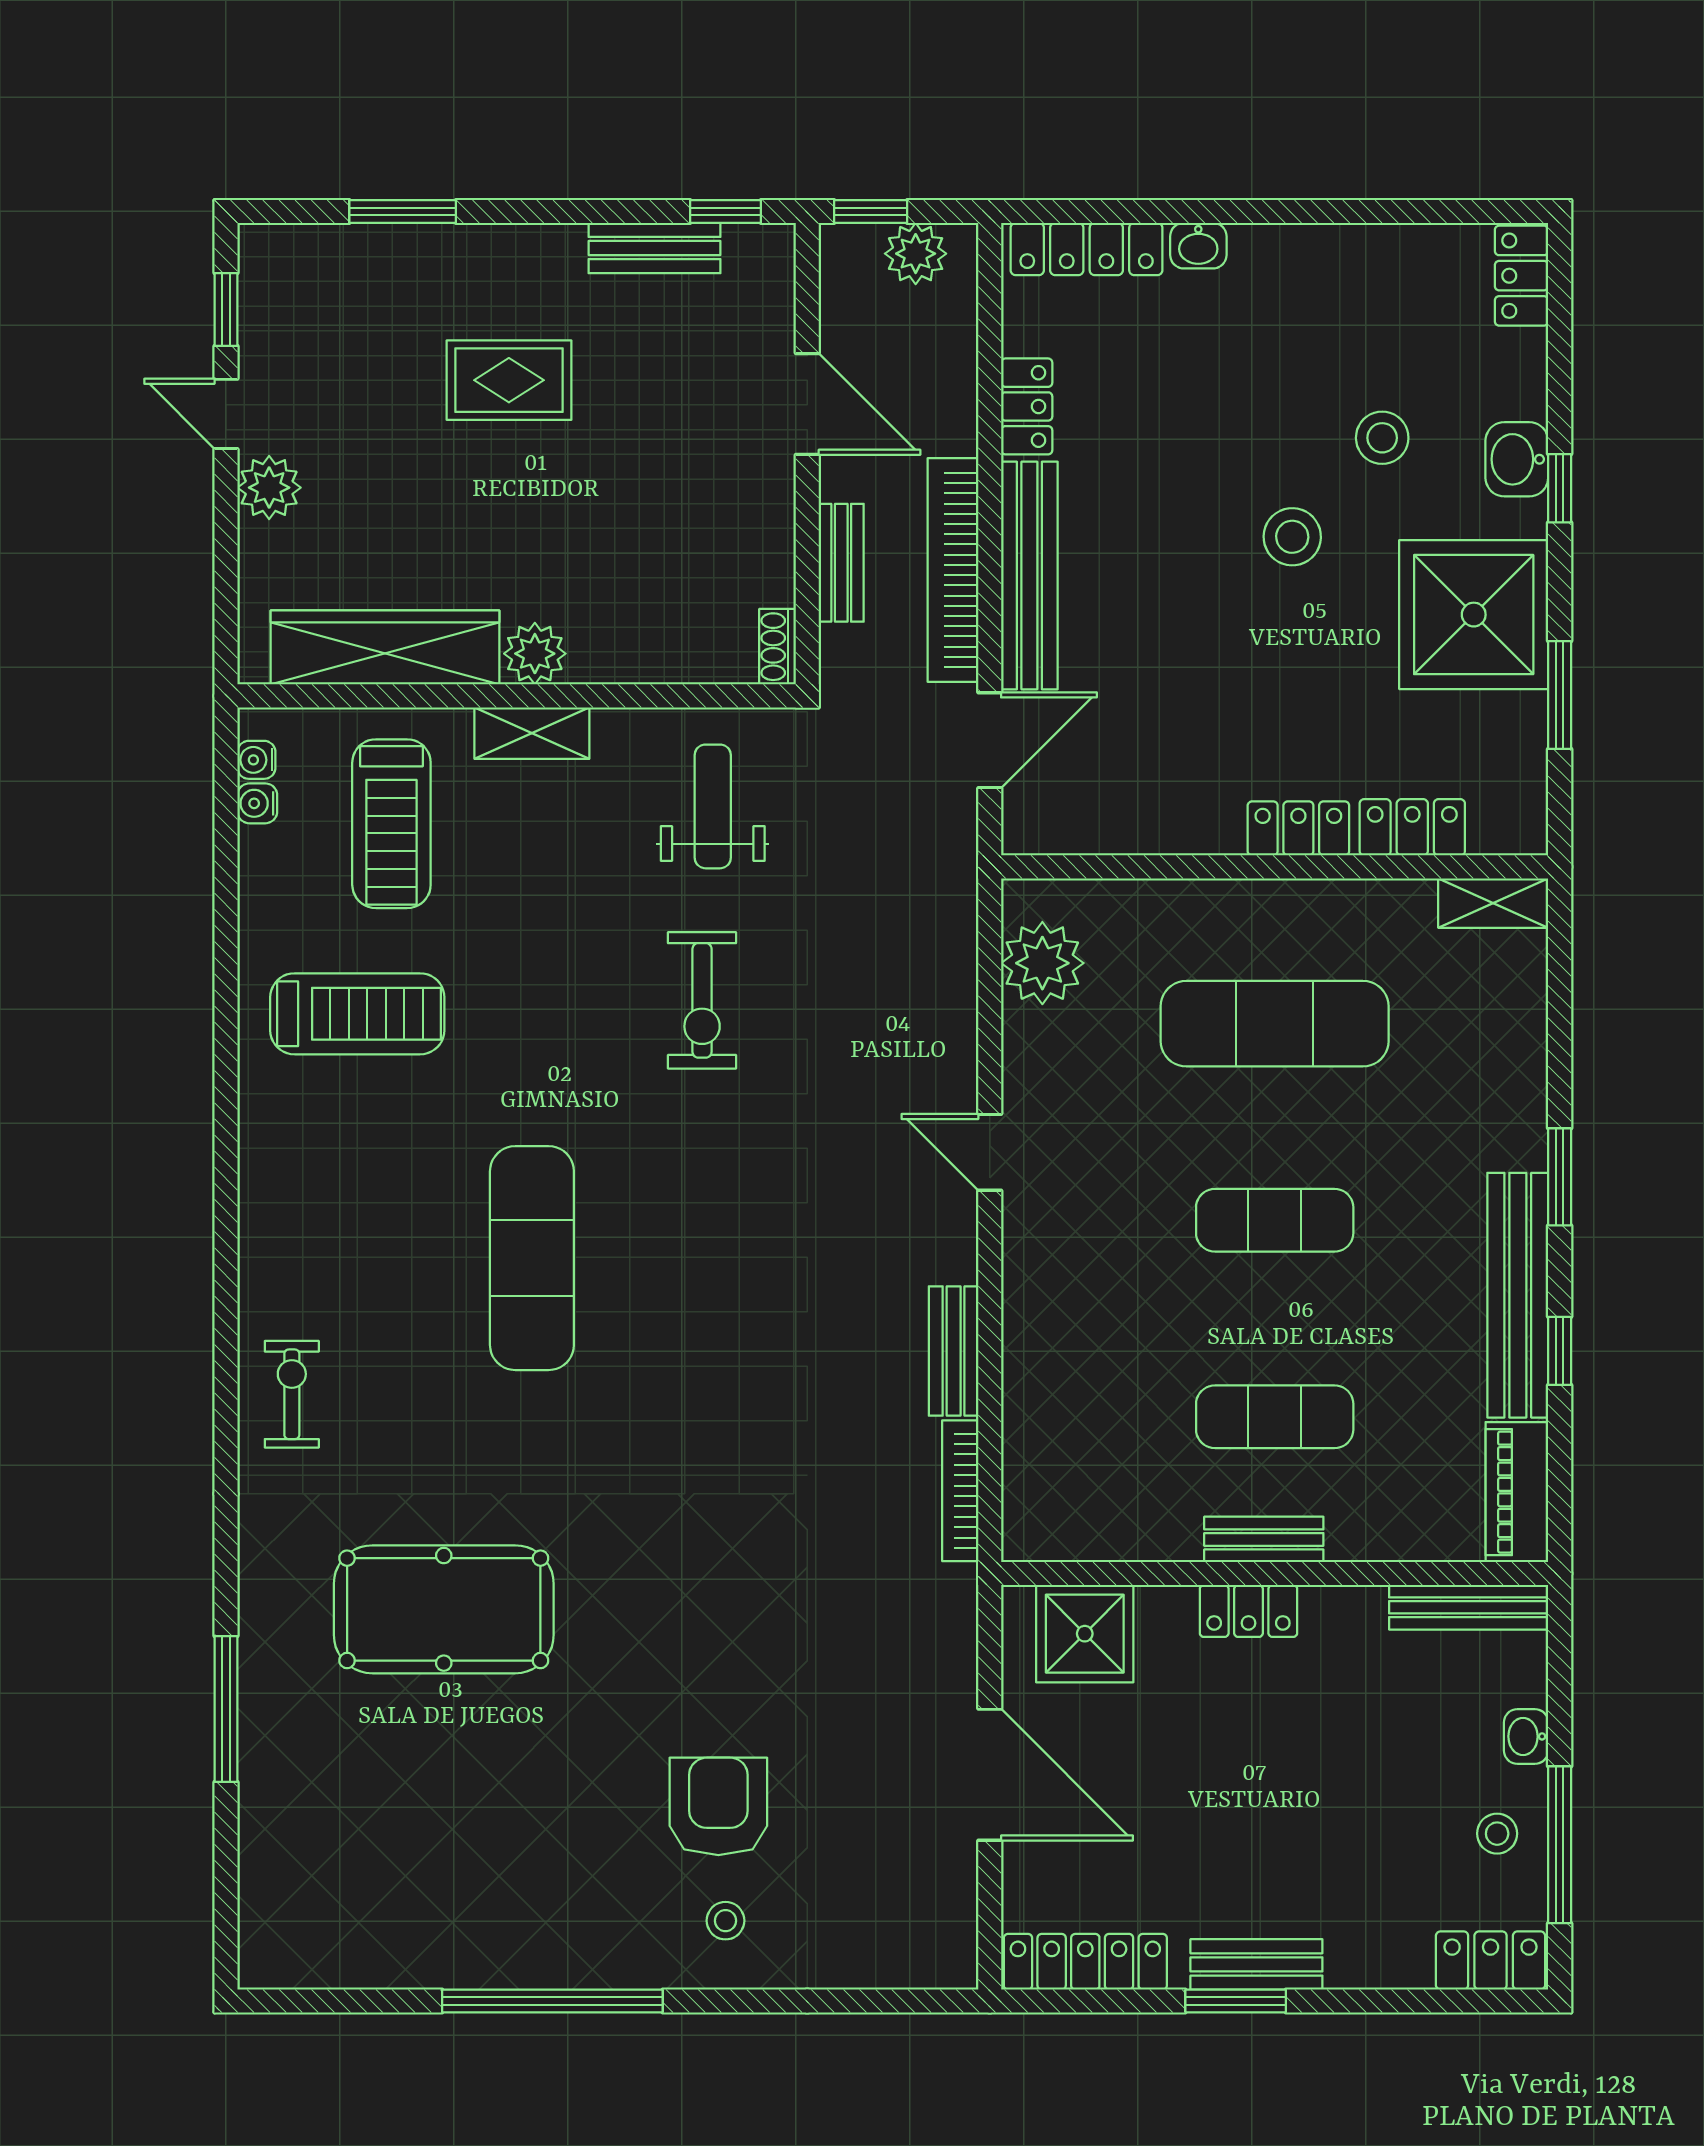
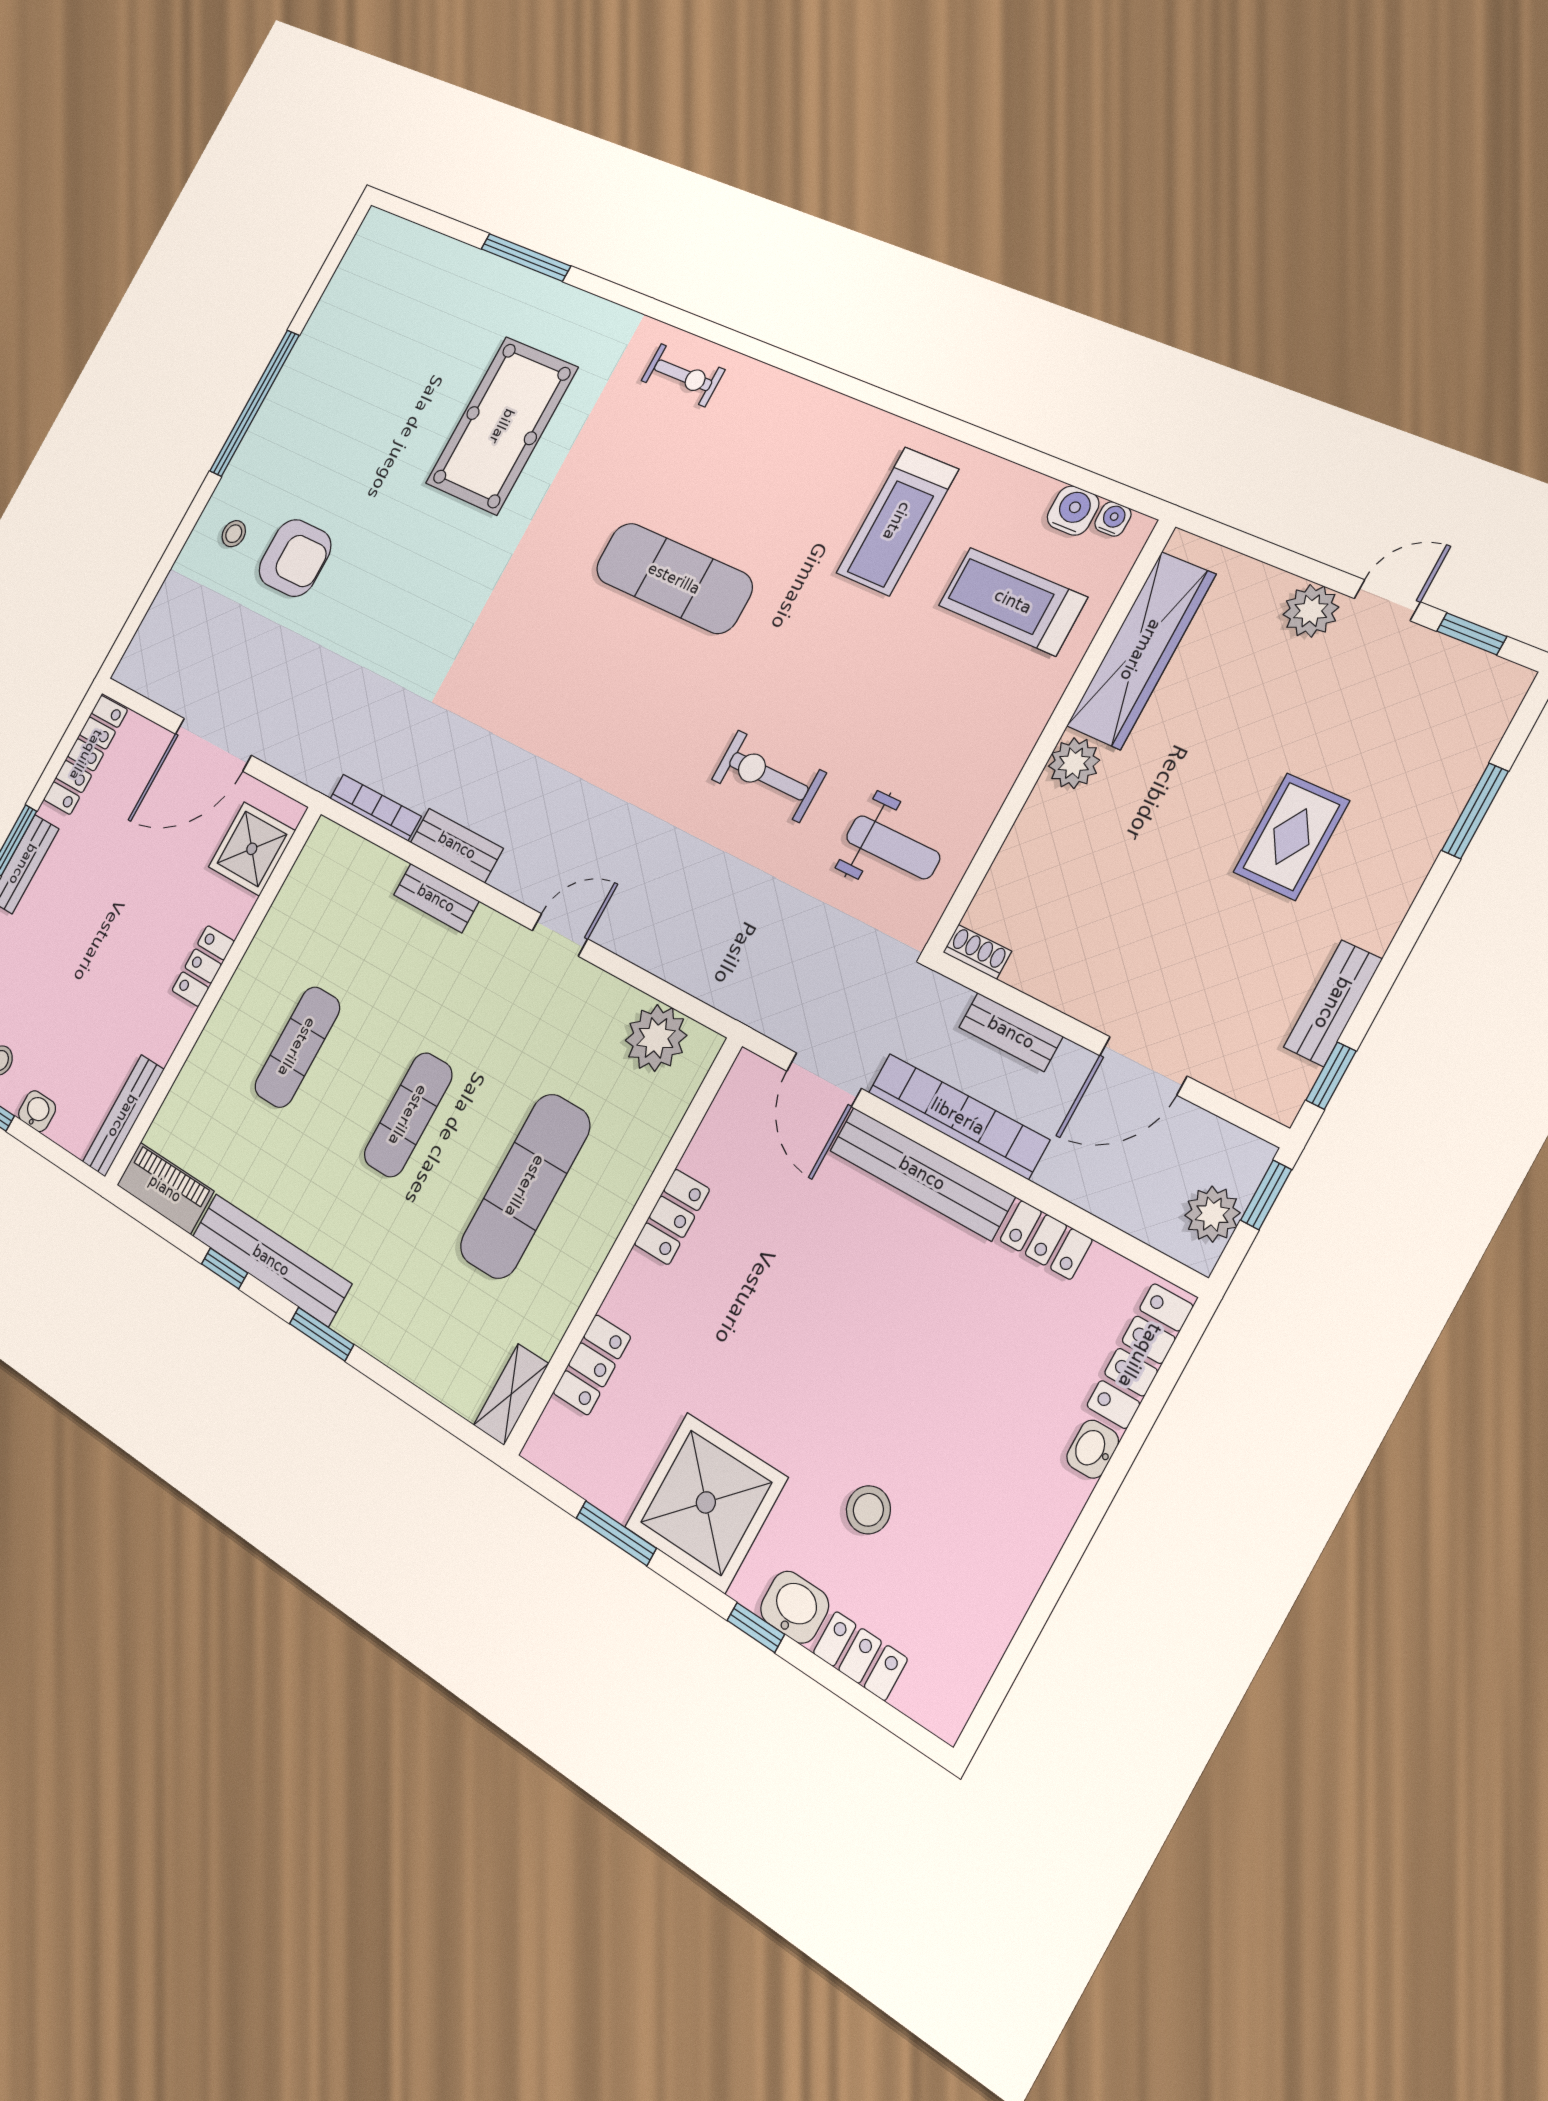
locker: (1522, 276) -> (860, 1656), moved
stool: (1292, 537) -> (837, 1395), removed
shelving: (532, 733) -> (1018, 735), removed
water cooler: (257, 803) -> (1073, 511), width x1.38, depth x1.38
locker: (1298, 828) -> (672, 1217), moved
bench: (1264, 1539) -> (436, 898), moved, turned 90

